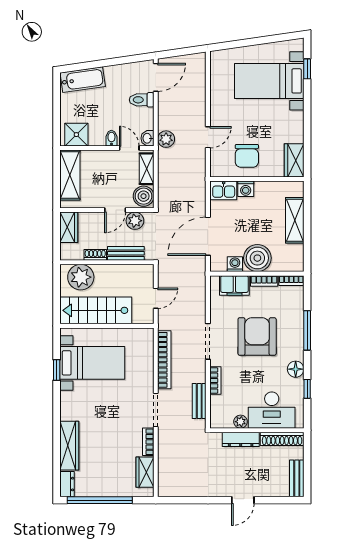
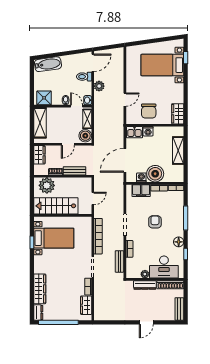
plant: (166, 139) -> (99, 86), moved
plant: (135, 221) -> (80, 151), removed
armchair: (257, 337) -> (155, 222), width x0.53, depth x0.53

